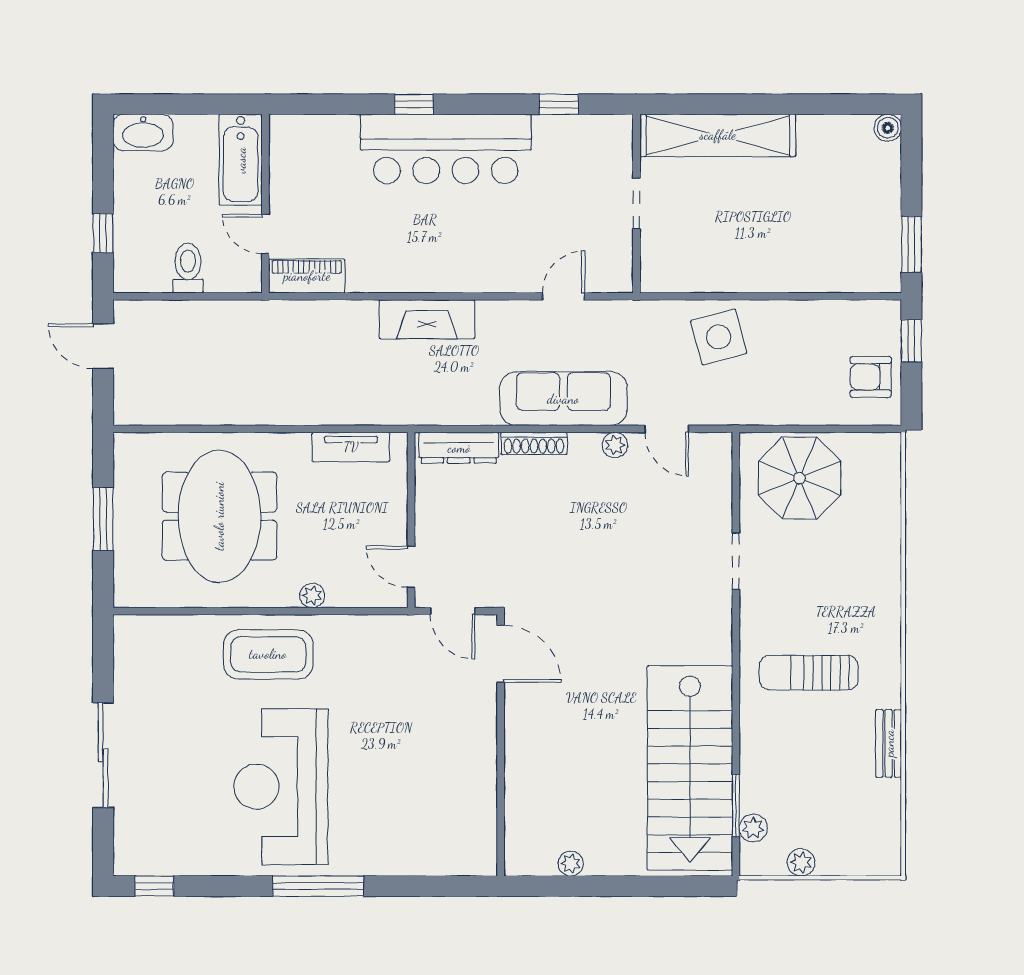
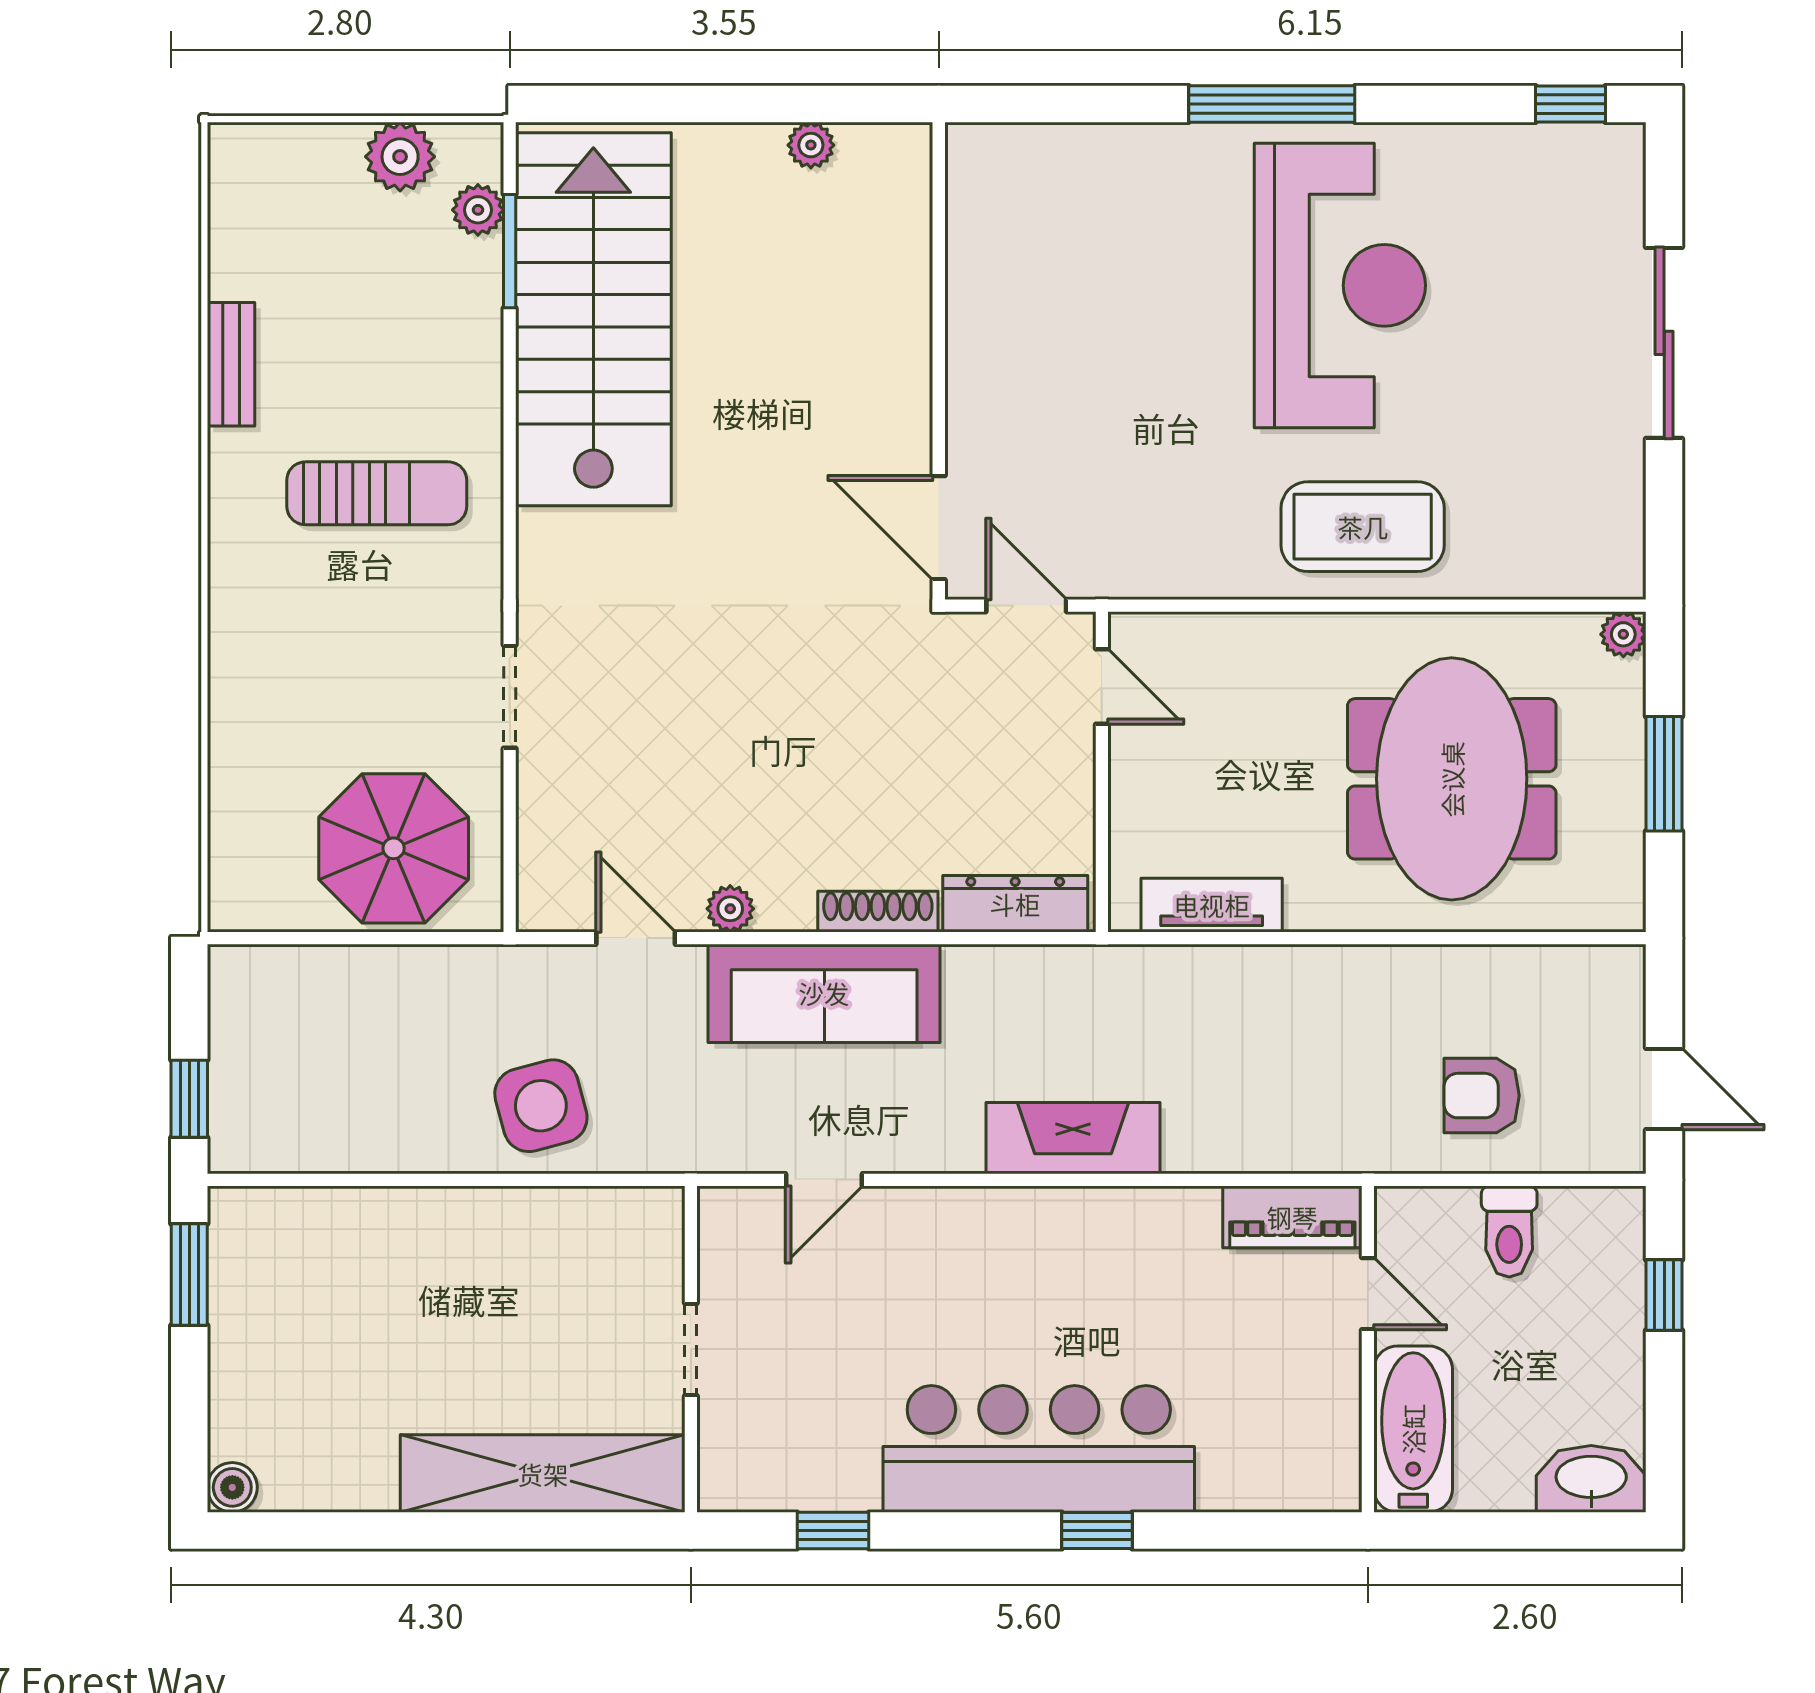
armchair: (871, 377) -> (1482, 1096), moved, turned 180
plant: (312, 595) -> (1623, 634), moved
plant: (801, 862) -> (400, 157), width x1.38, depth x1.38

